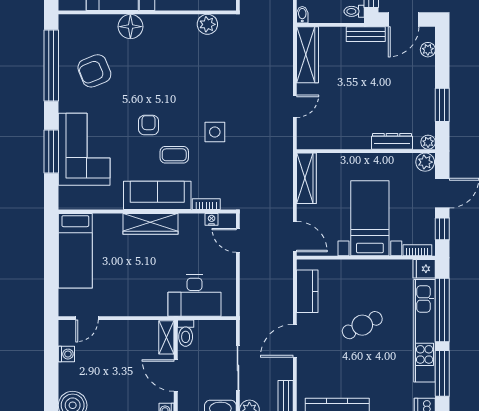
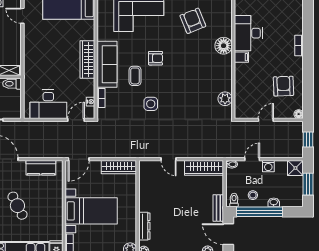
desk: (194, 296) -> (48, 104), moved, turned -90

